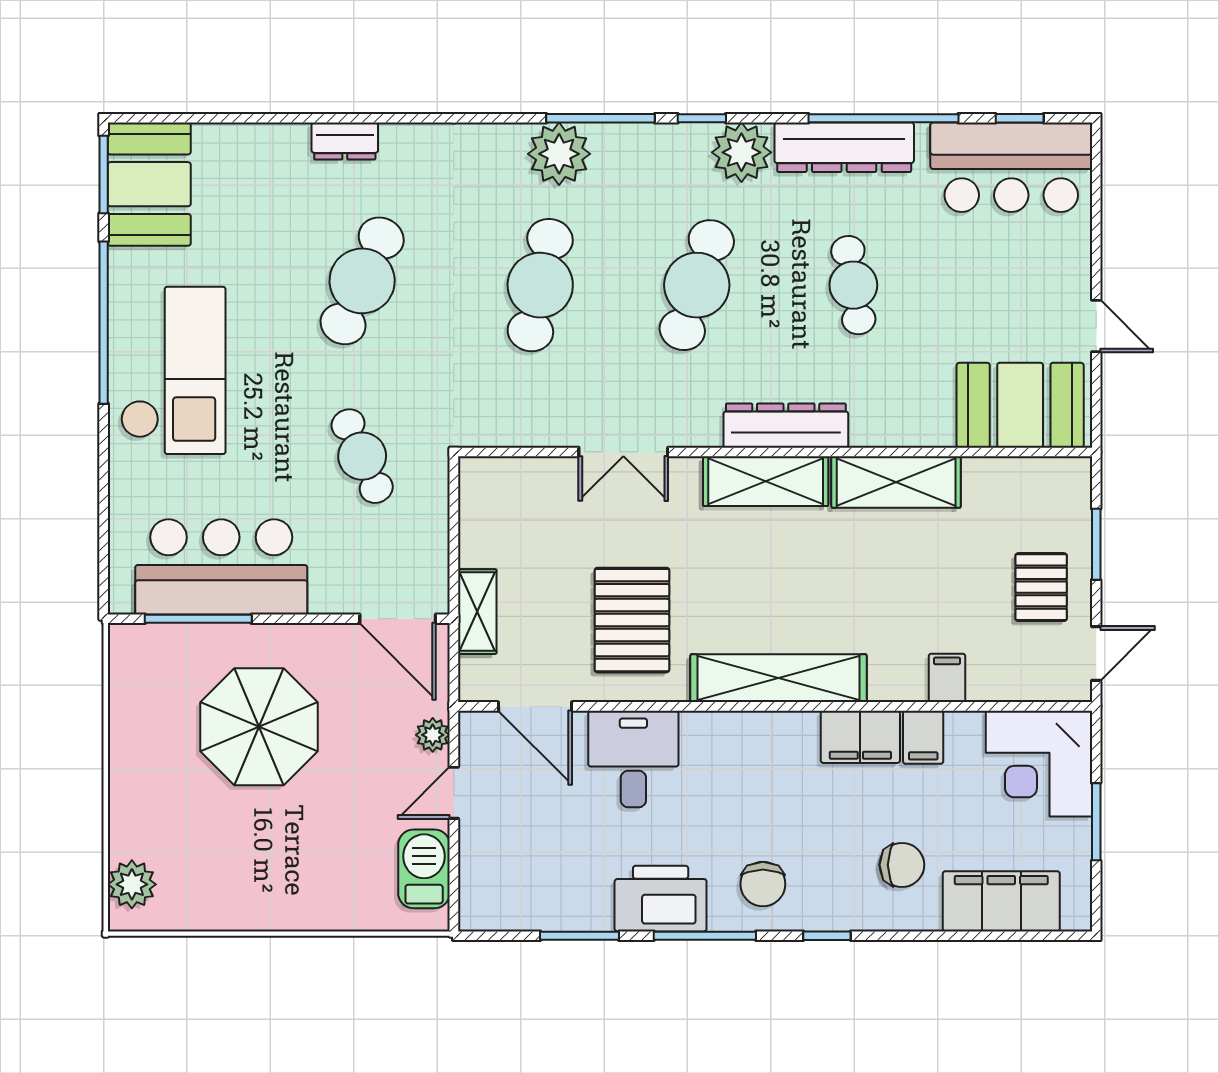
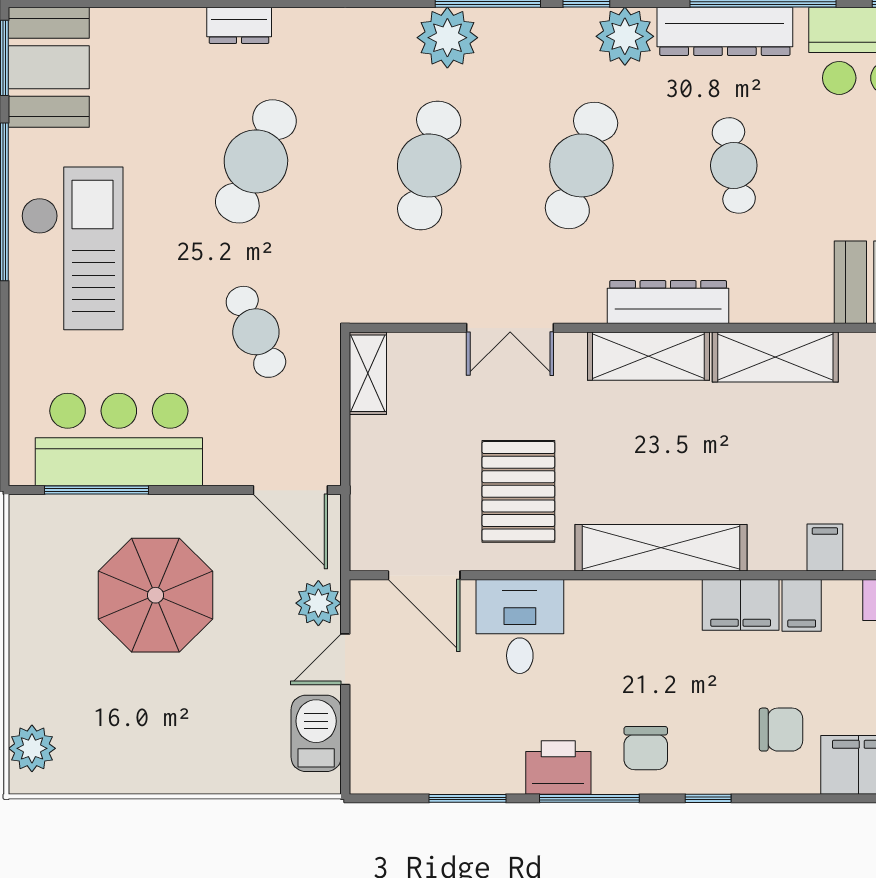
shelving: (477, 612) -> (368, 373), moved
plant: (433, 735) -> (318, 603), width x1.38, depth x1.38
printer: (661, 899) -> (558, 768), width x0.73, depth x0.84

